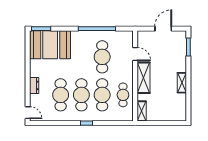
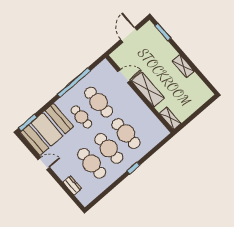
dresser: (34, 85) -> (72, 185), moved
cafe table: (123, 95) -> (81, 117), moved
door: (28, 113) -> (44, 164), moved

